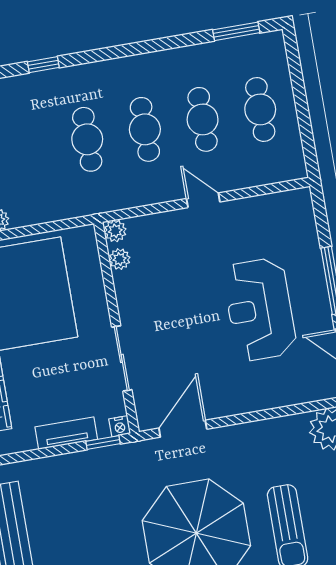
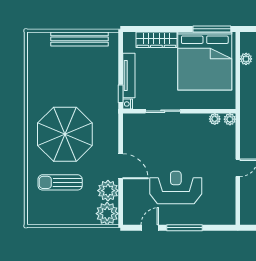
door: (183, 429) -> (121, 166), moved
tv unit: (66, 433) -> (129, 75), width x1.41
plant: (287, 435) -> (108, 191), added

